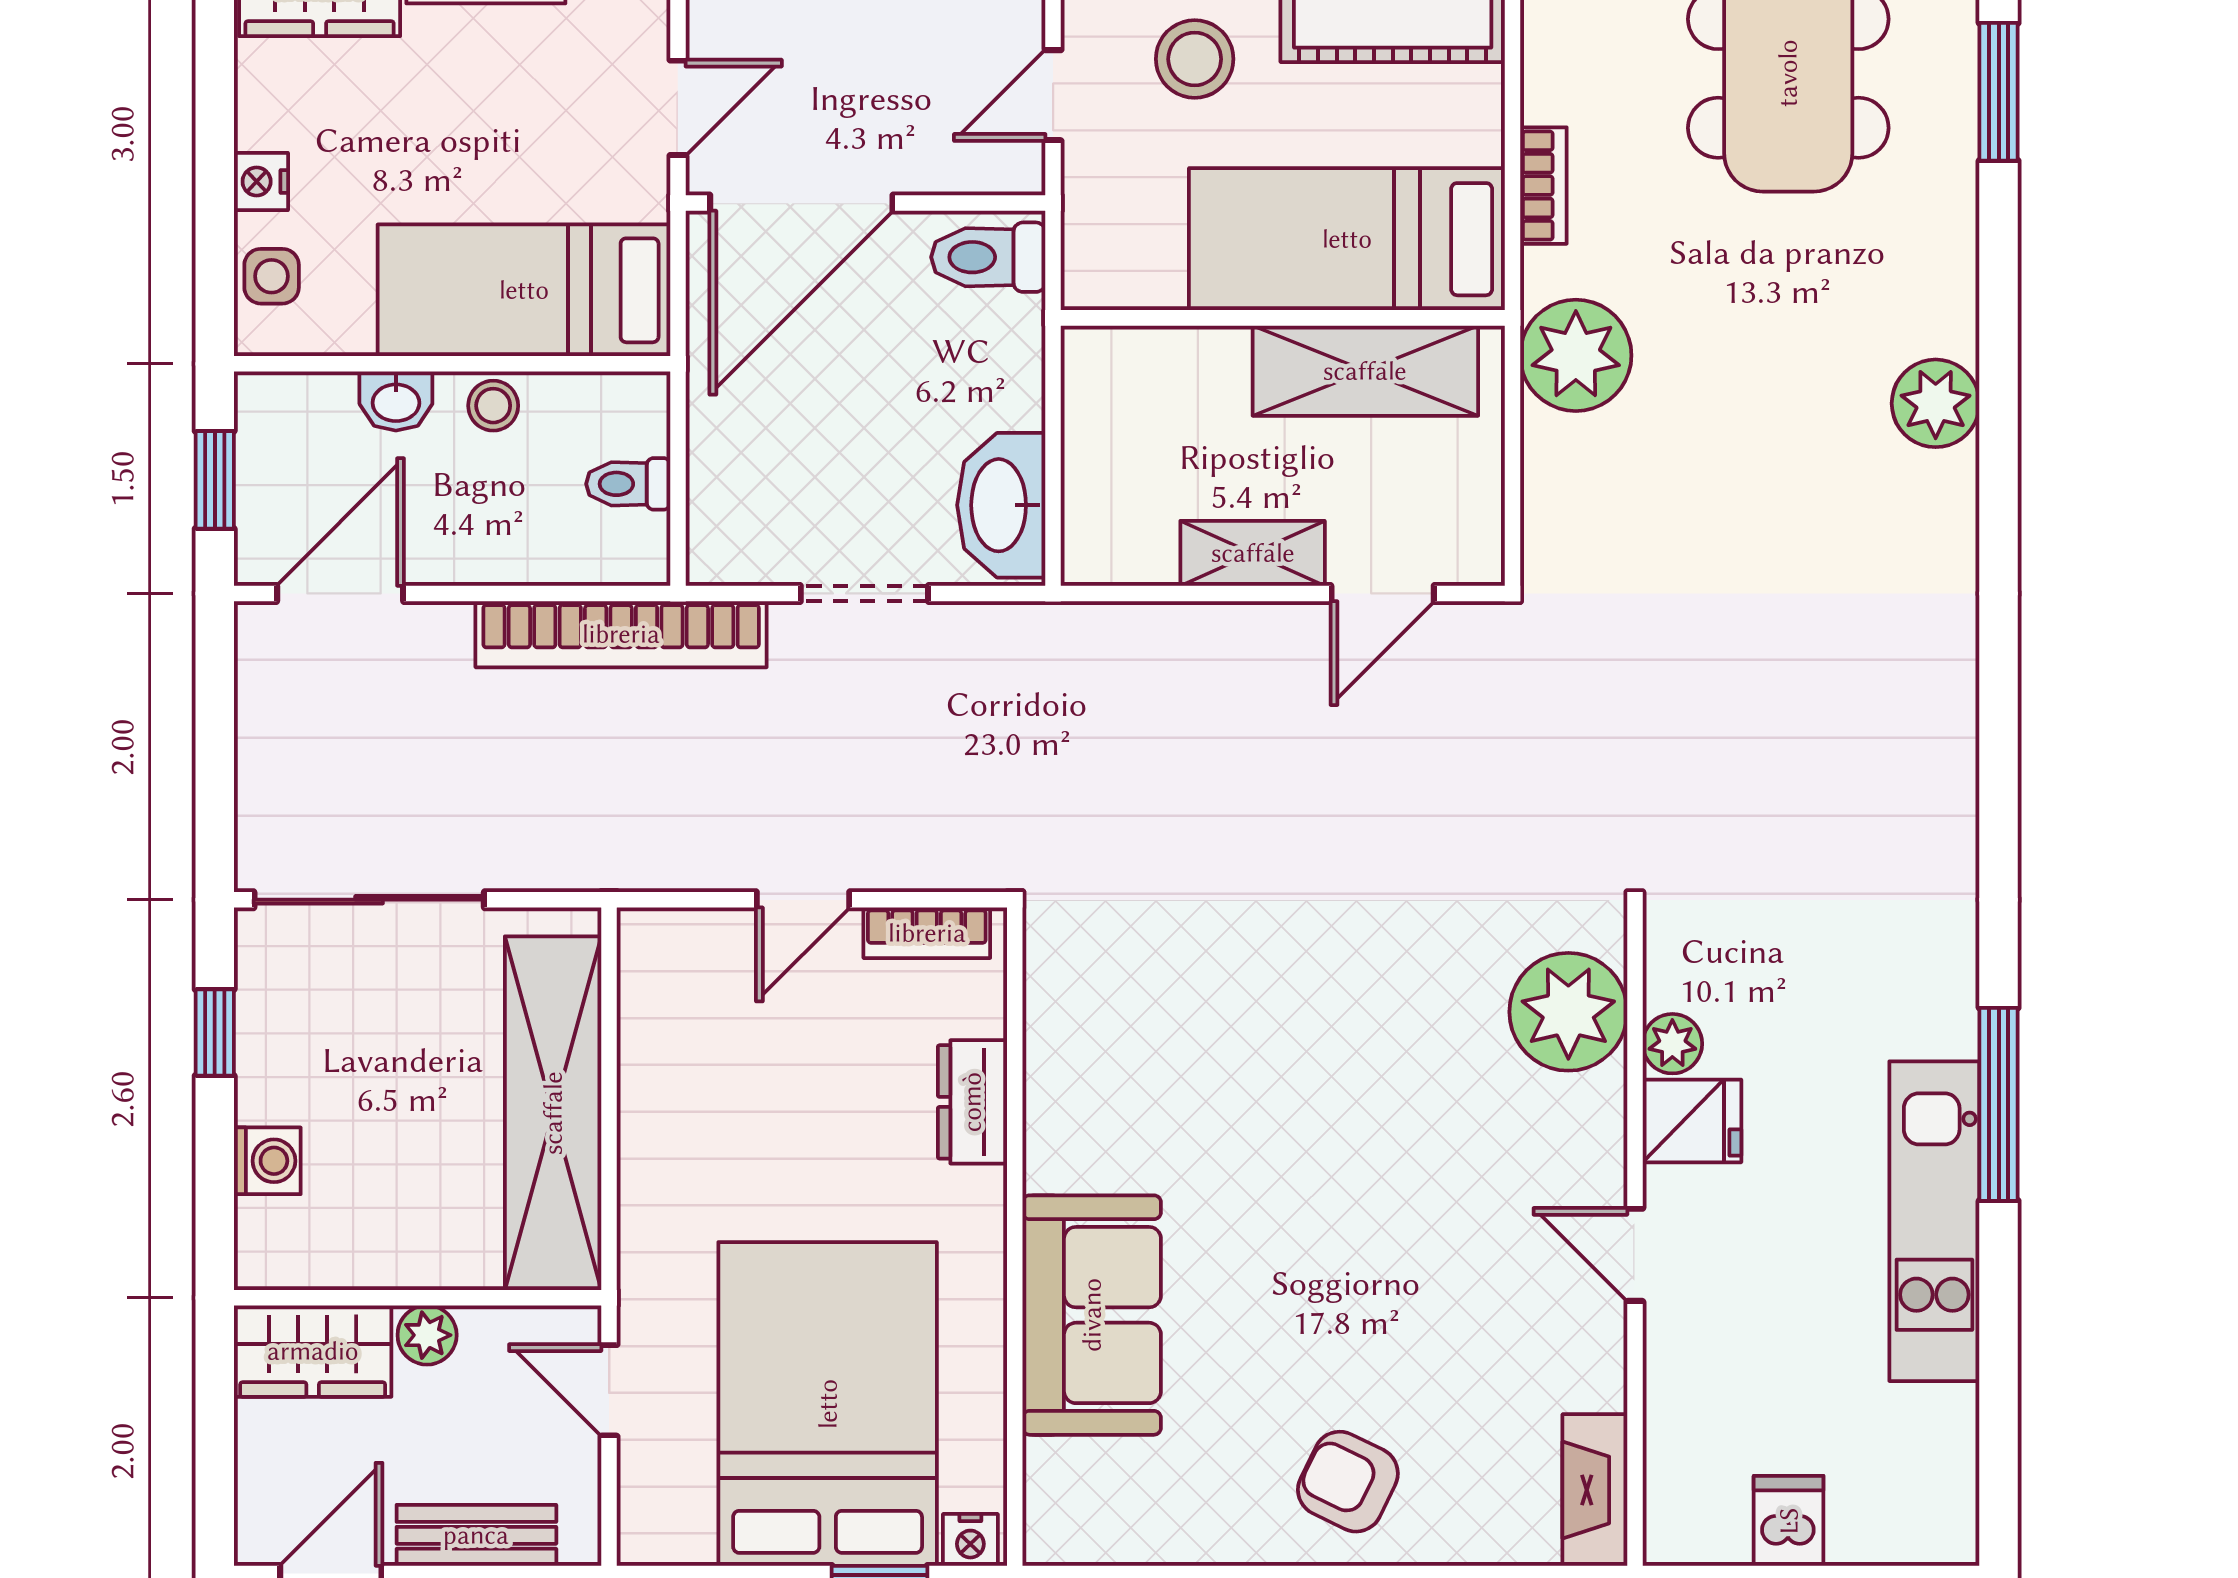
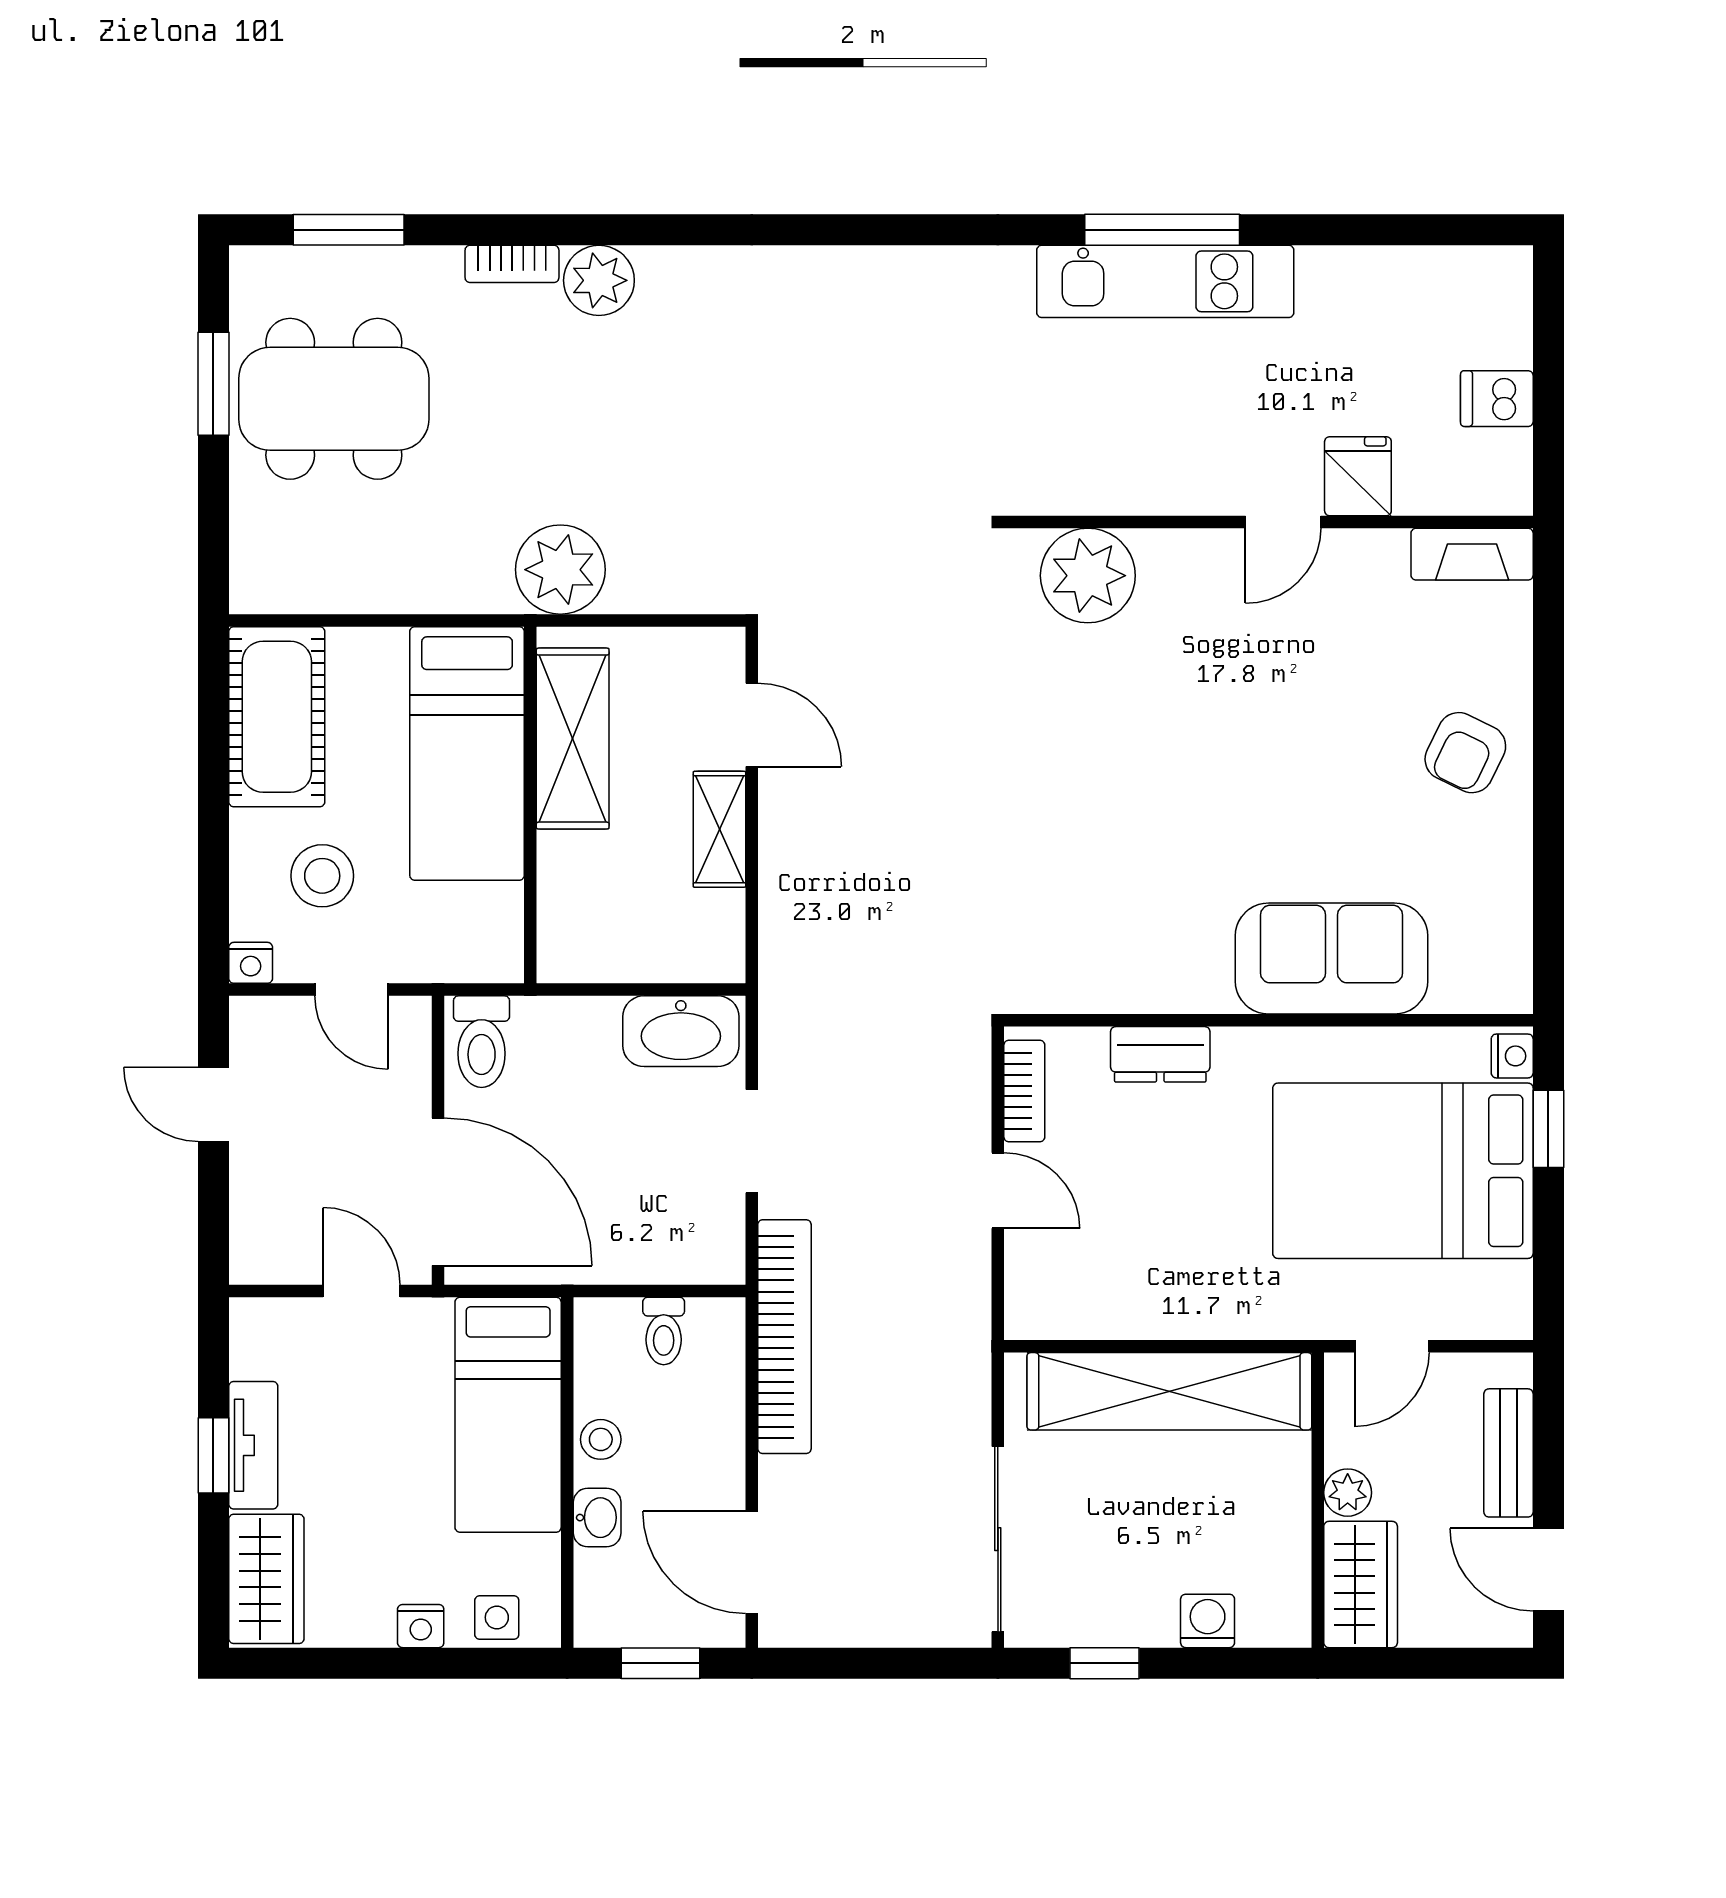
bookcase: (1543, 186) -> (512, 264), moved, turned 180
plant: (1672, 1044) -> (1113, 492), removed
fridge: (1692, 1121) -> (1358, 476), moved
kitchen unit: (1934, 1221) -> (1165, 281), moved

